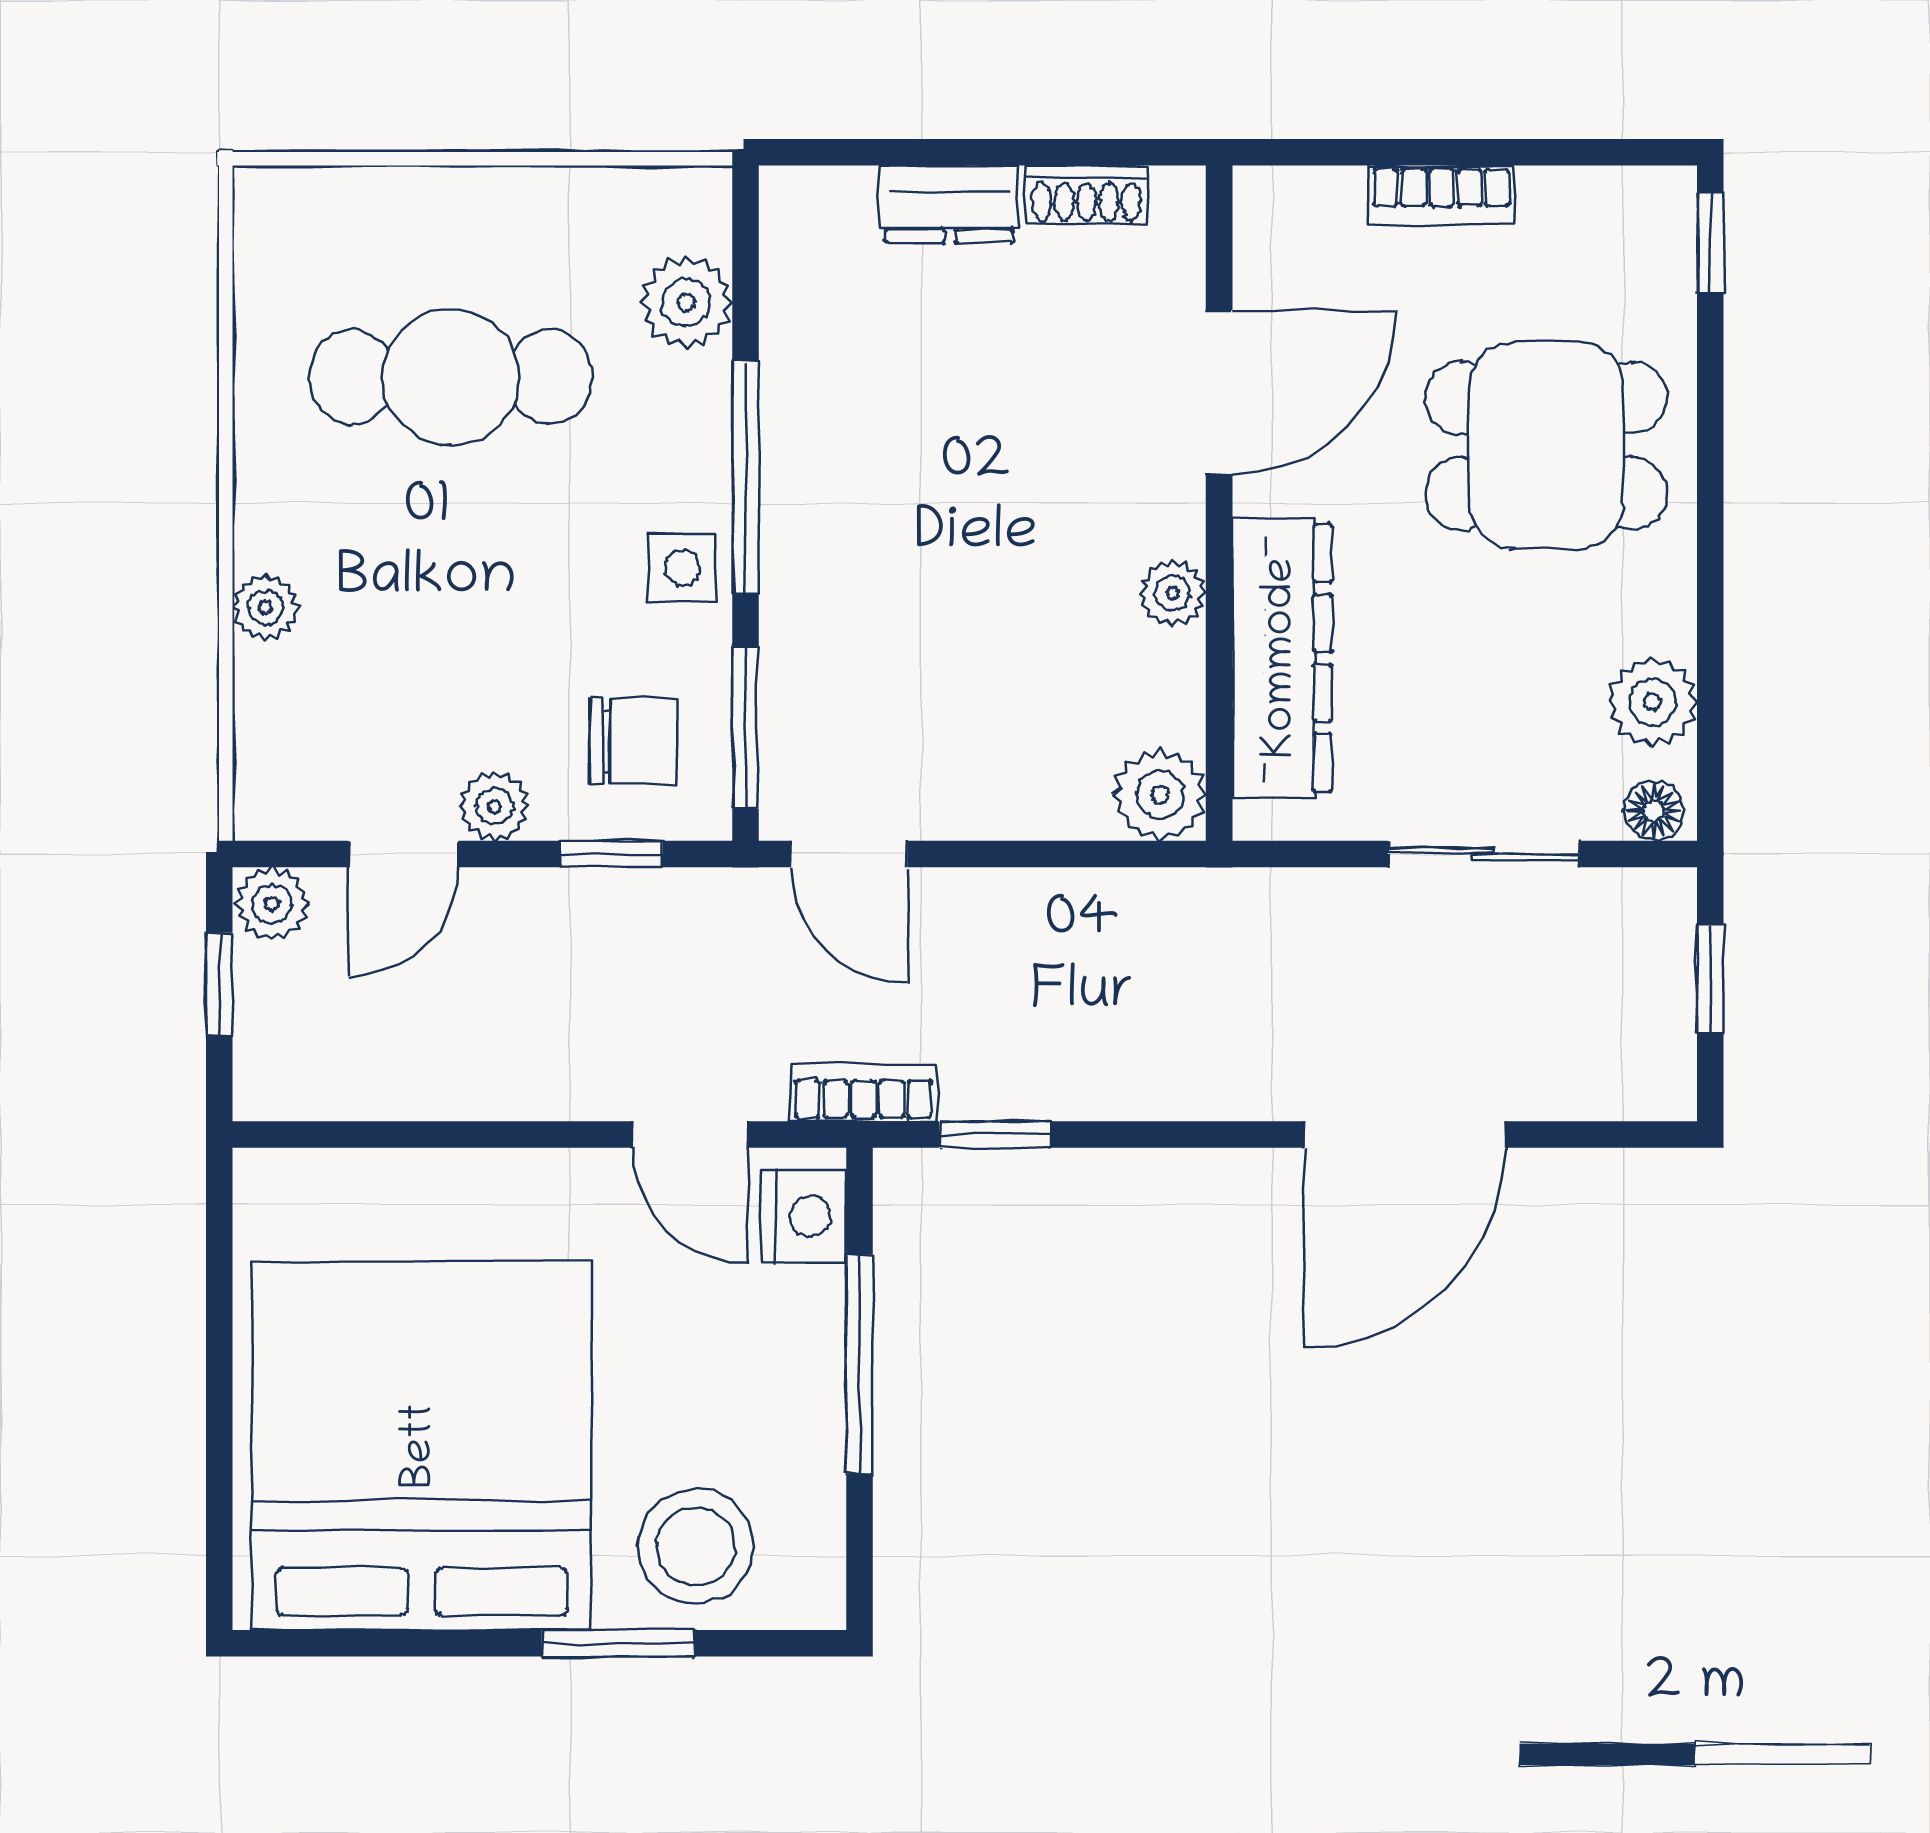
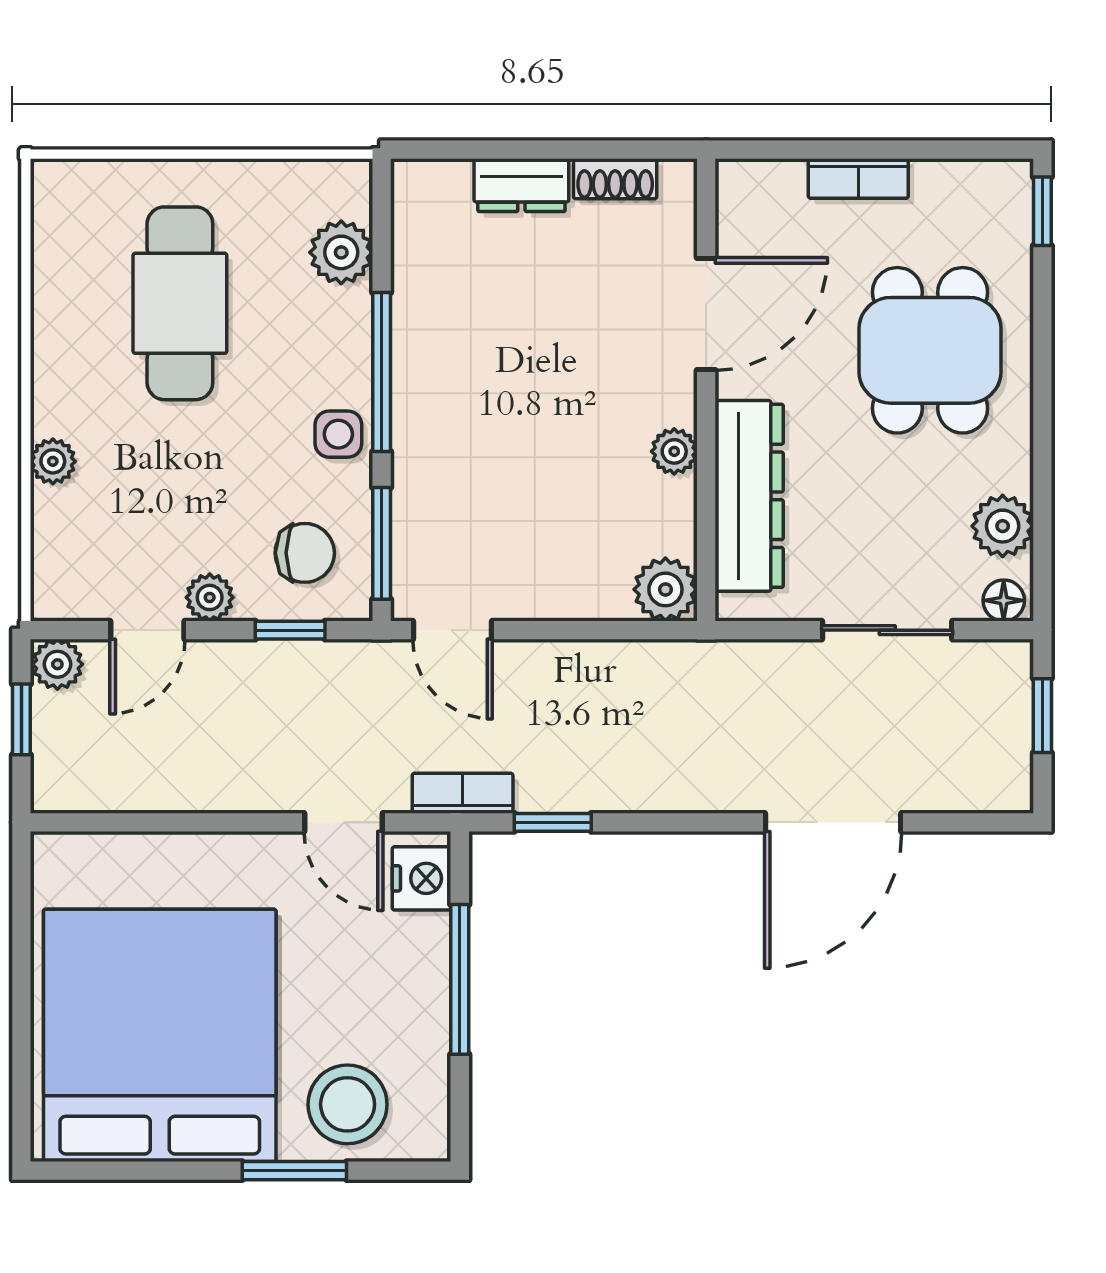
cafe table: (451, 377) -> (180, 303), turned 90
dining table: (1546, 445) -> (930, 350), turned 90

